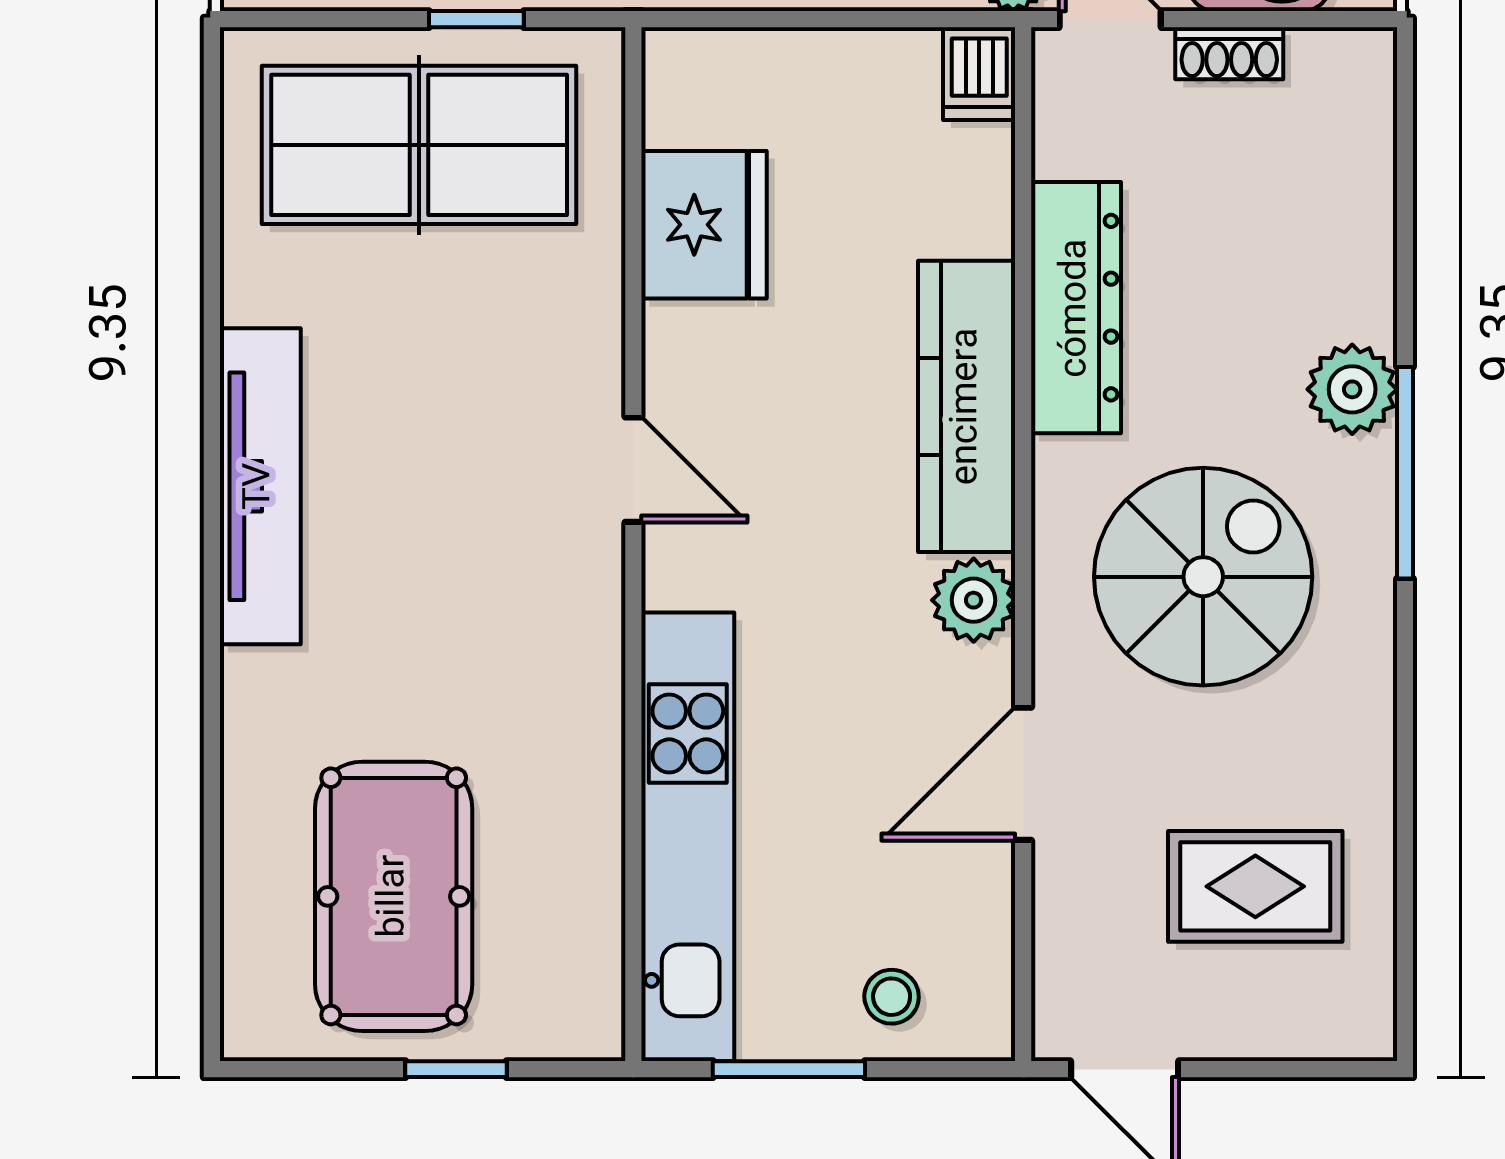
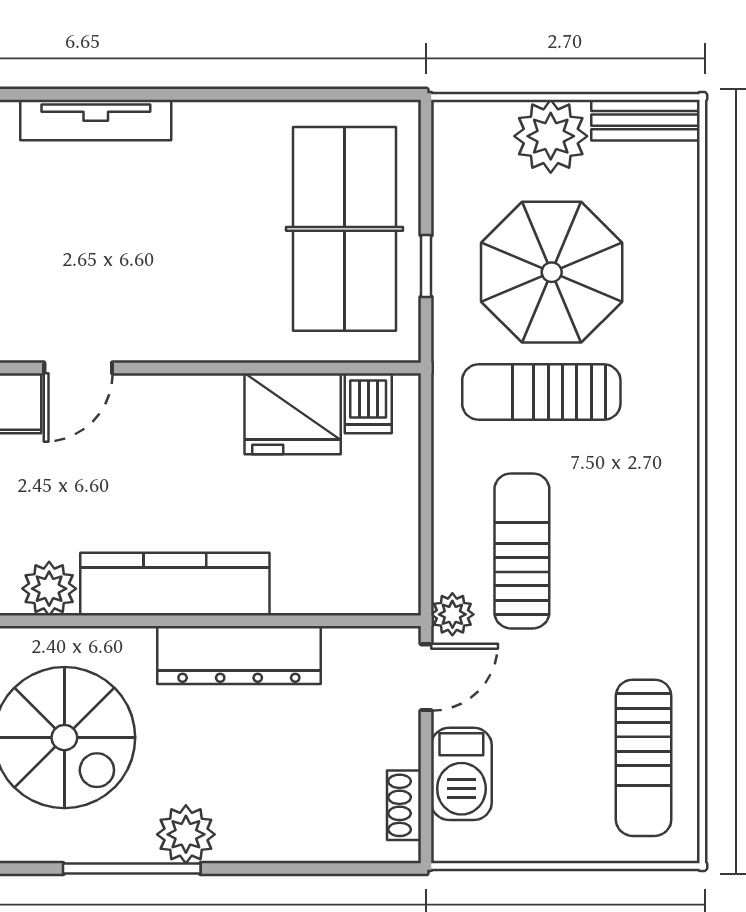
shoe rack: (1229, 53) -> (404, 805), moved
dishwasher: (979, 74) -> (368, 403), moved, turned -90
door: (633, 470) -> (78, 368), moved
tv unit: (260, 486) -> (96, 120), width x0.73, depth x0.78

